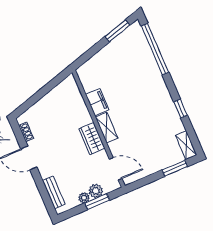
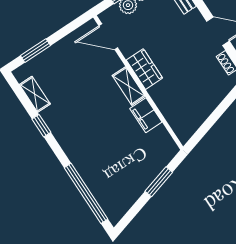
window: (117, 31) -> (159, 182), moved
shelving: (186, 145) -> (35, 94), moved

